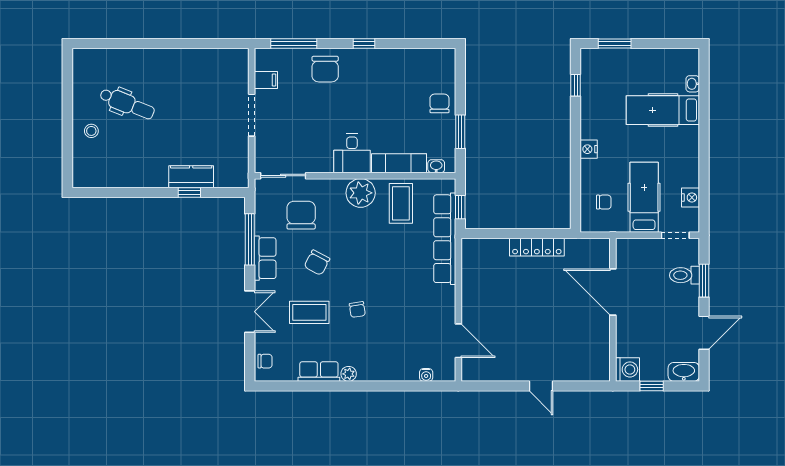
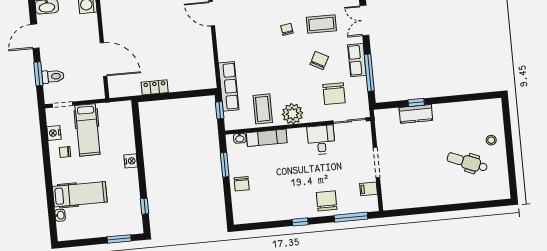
desk: (352, 153) -> (321, 140), moved
chair: (604, 202) -> (65, 152), moved
row of seats: (445, 239) -> (229, 86), width x0.73
locker: (537, 247) -> (155, 87), width x0.66

